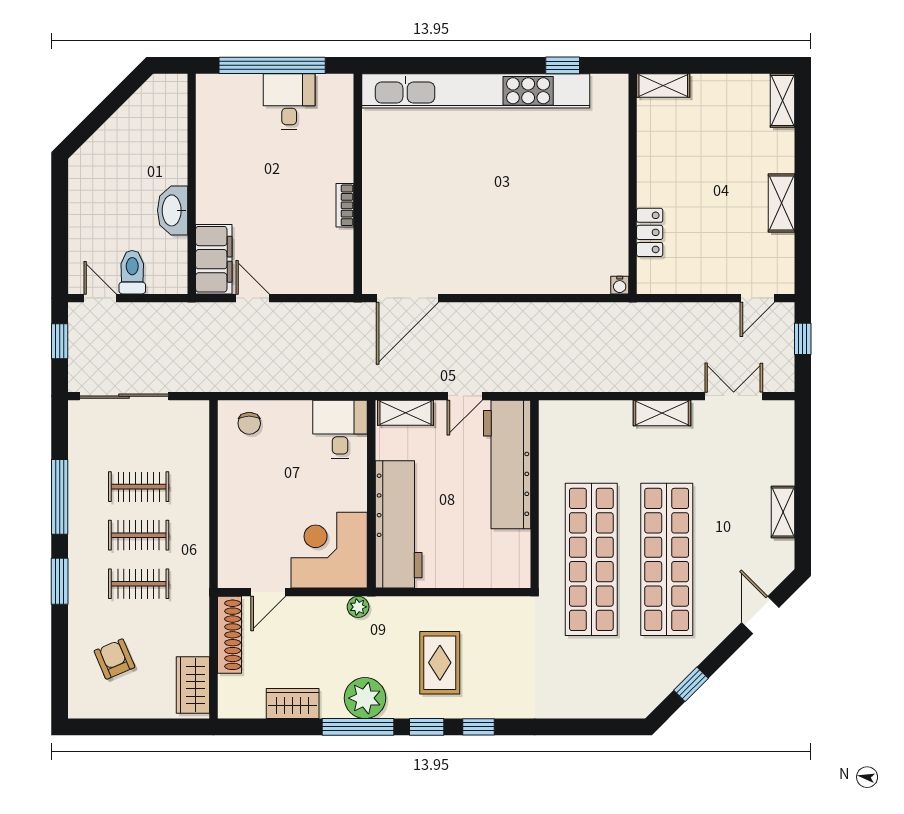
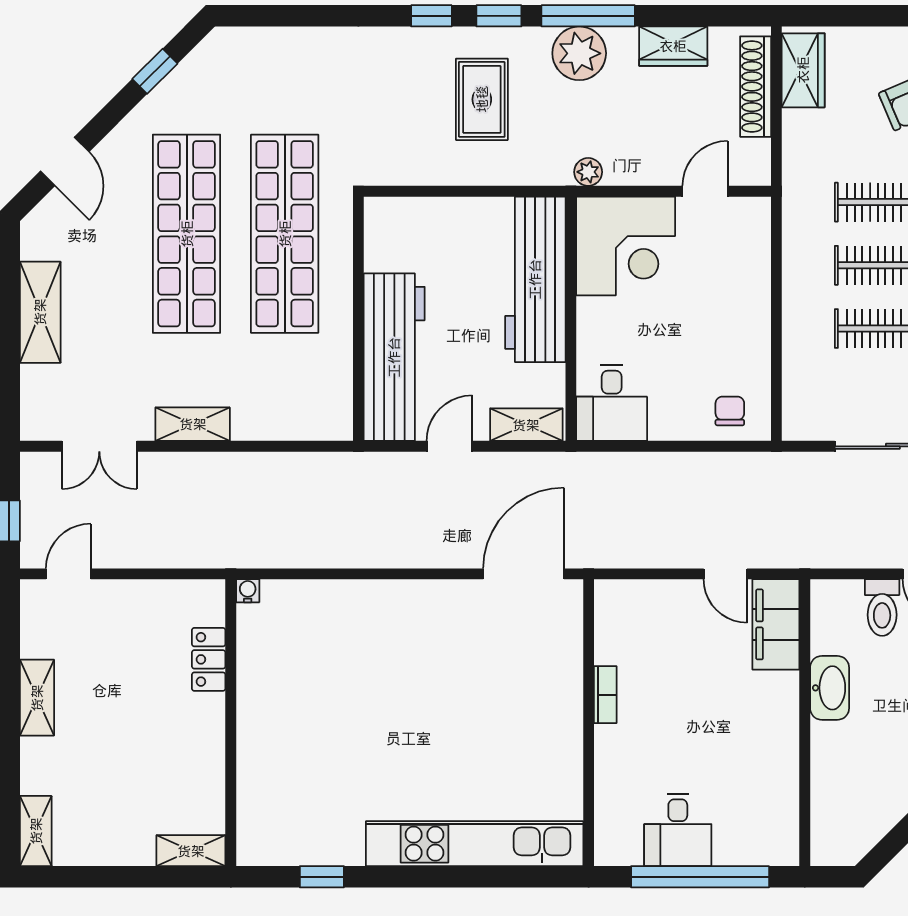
kitchen unit: (476, 91) -> (475, 844), width x0.73
shelving: (783, 512) -> (40, 312), width x1.50, depth x1.33
shoe rack: (229, 635) -> (756, 87), moved

